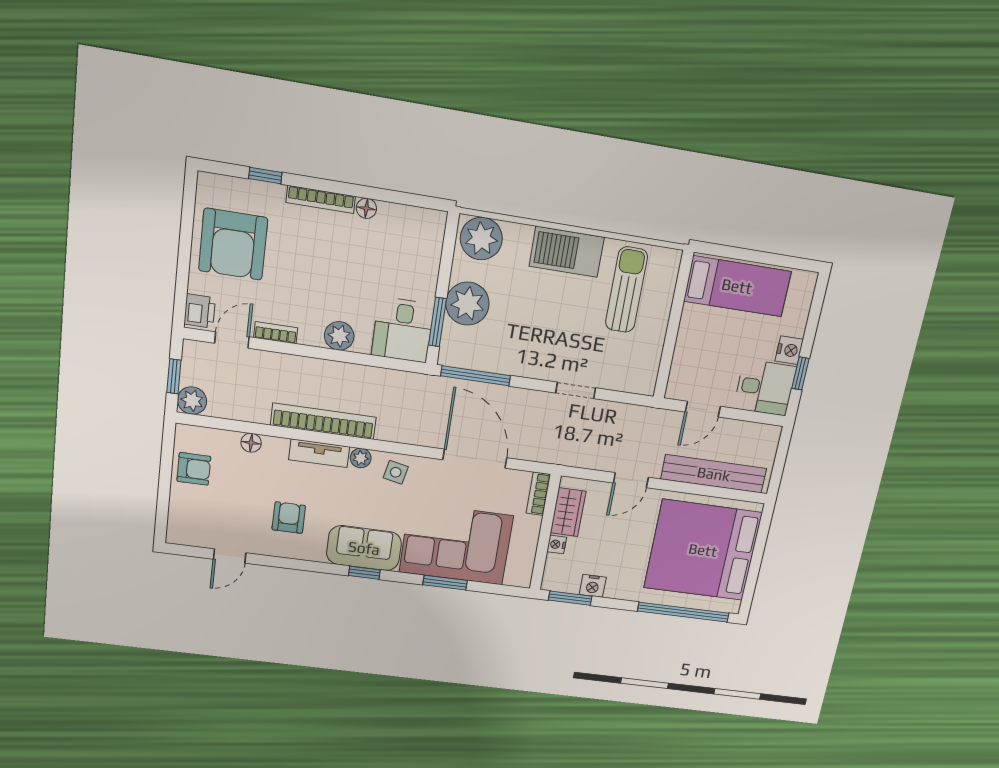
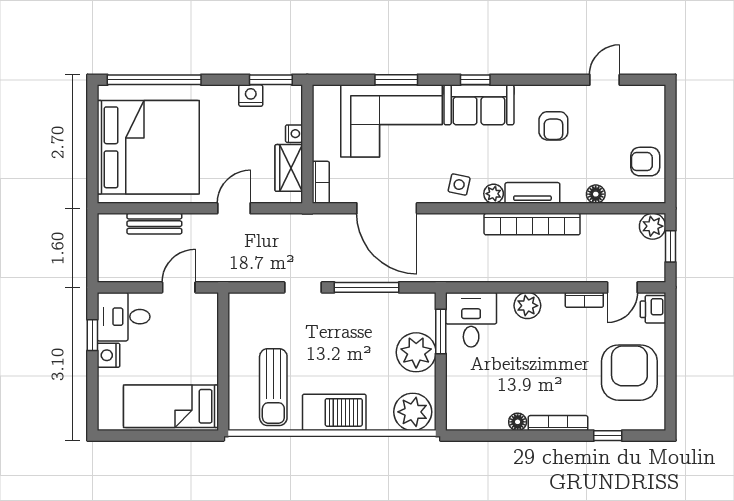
window: (476, 376) -> (367, 287), moved
bench: (714, 474) -> (154, 224), width x0.54, depth x0.82

